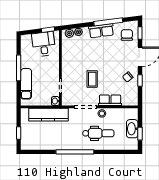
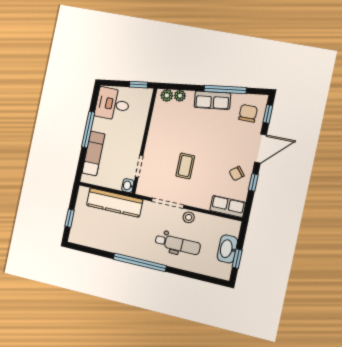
desk: (44, 44) -> (113, 104), moved, turned -83
row of seats: (110, 100) -> (228, 206), moved

